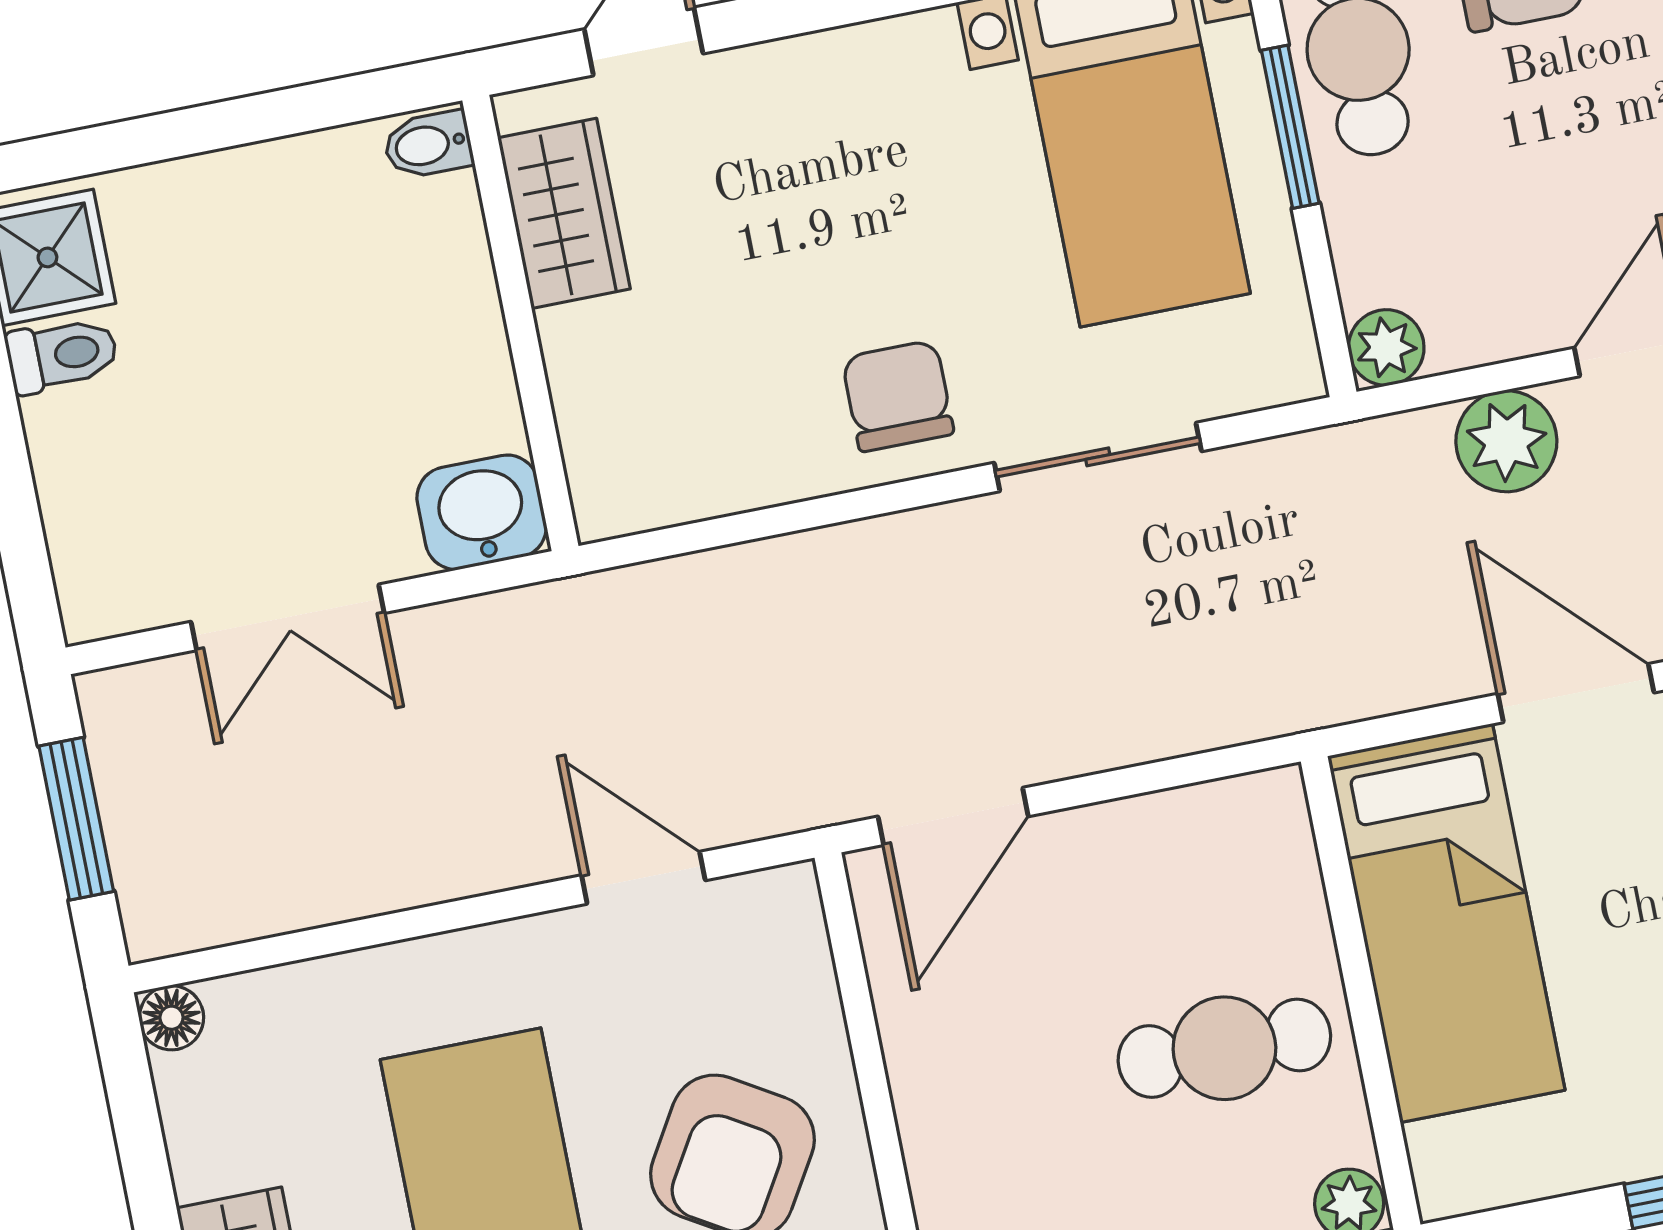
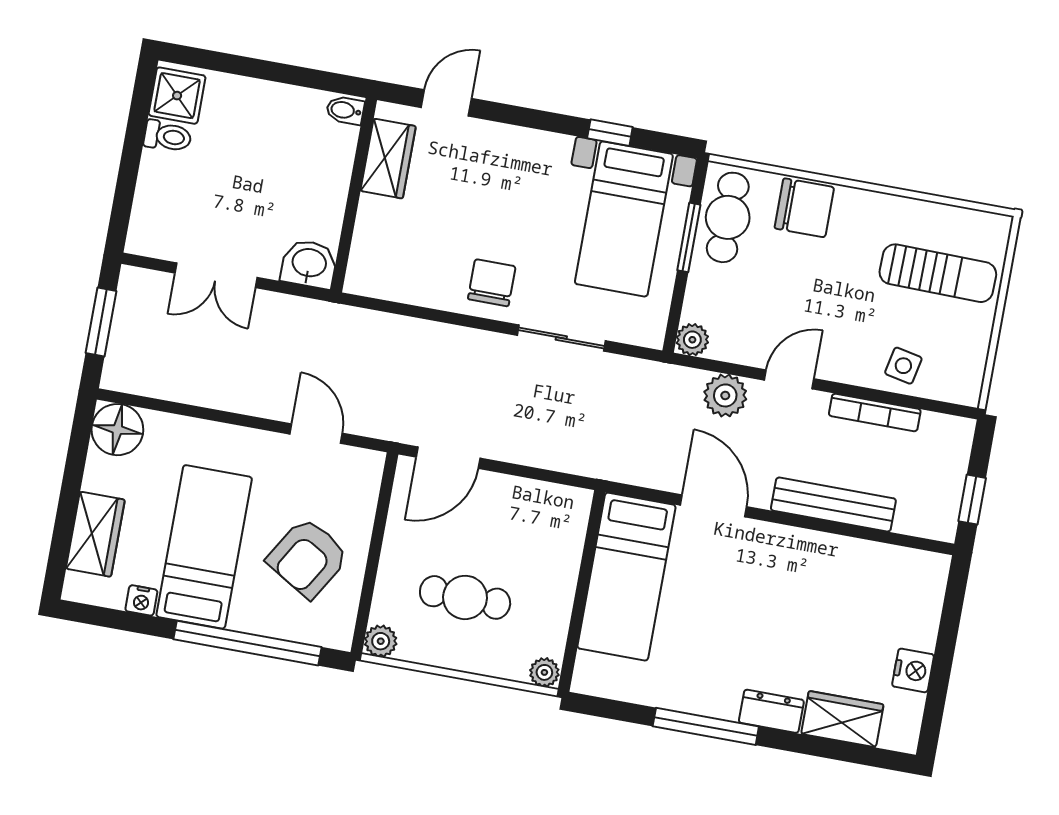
floor lamp: (171, 1018) -> (117, 430), width x1.89, depth x1.89
cafe table: (1224, 1048) -> (465, 597), moved

